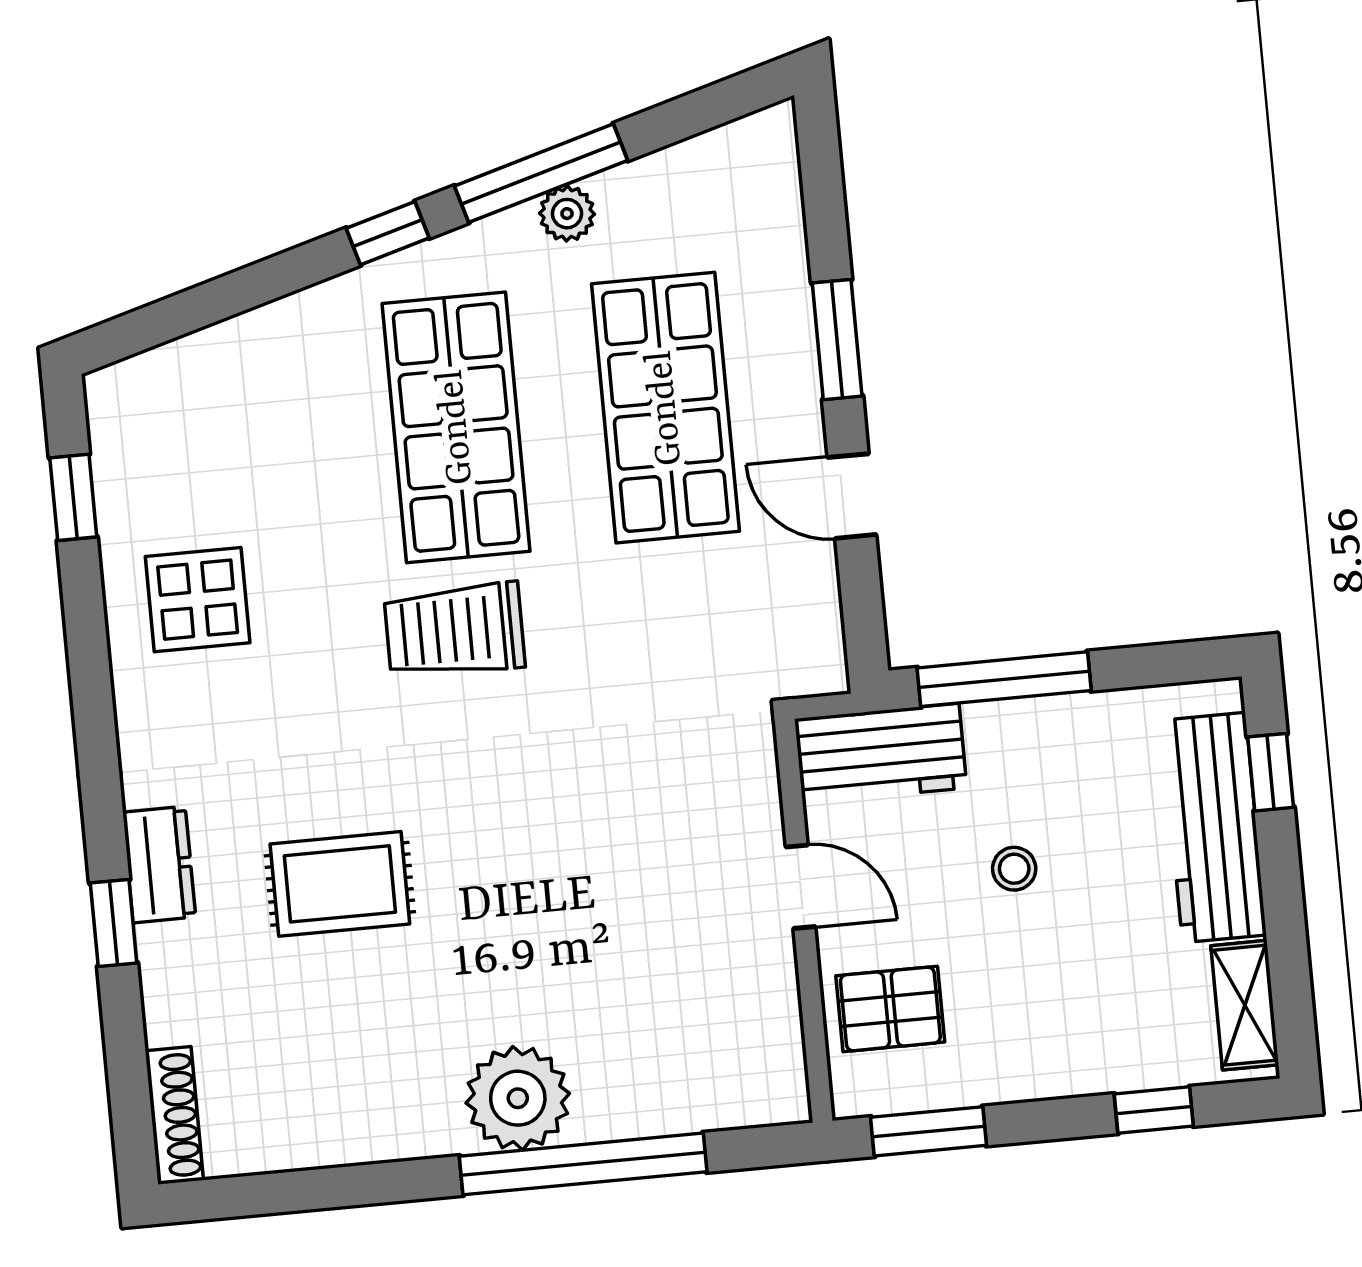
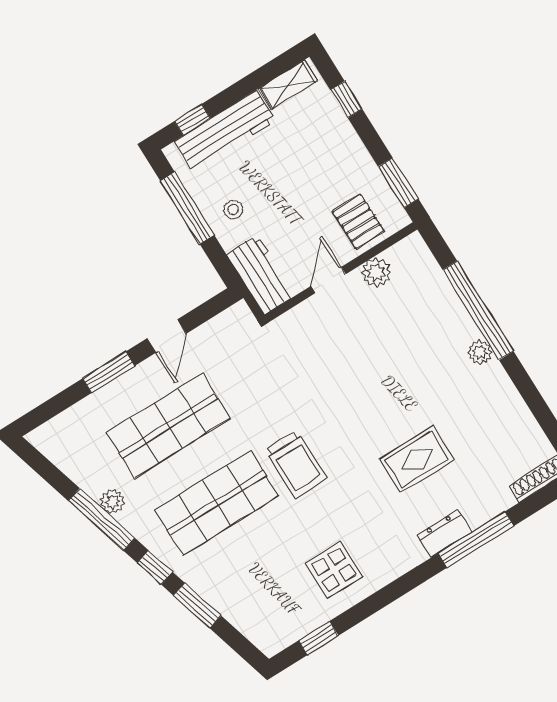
window: (265, 281) -> (197, 606), added
window: (1004, 679) -> (187, 208), moved
stool: (1014, 869) -> (233, 210), moved
rug: (340, 884) -> (417, 459), turned 90
window: (114, 923) -> (476, 540), width x2.17
plant: (767, 993) -> (376, 272), added
plant: (518, 1098) -> (480, 352), width x0.53, depth x0.53

